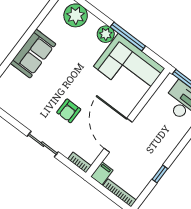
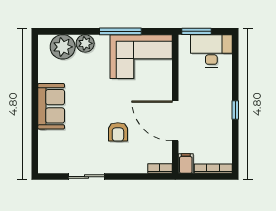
plant: (106, 34) -> (85, 43), moved
sliding door: (43, 144) -> (86, 177), moved
window: (160, 174) -> (235, 110), moved

